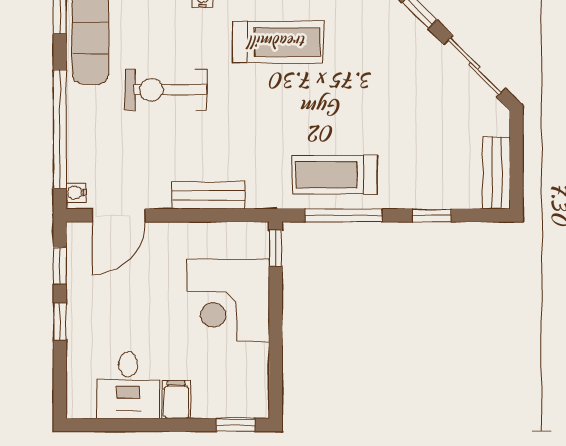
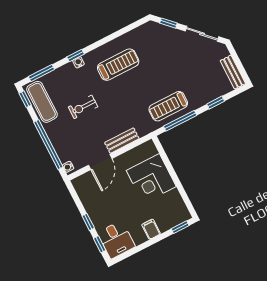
exercise bike: (166, 90) -> (83, 107), width x0.73, depth x0.72
door: (119, 215) -> (100, 162), moved
window: (276, 248) -> (160, 148), removed
window: (60, 266) -> (100, 244), moved
desk: (128, 385) -> (116, 240), moved

